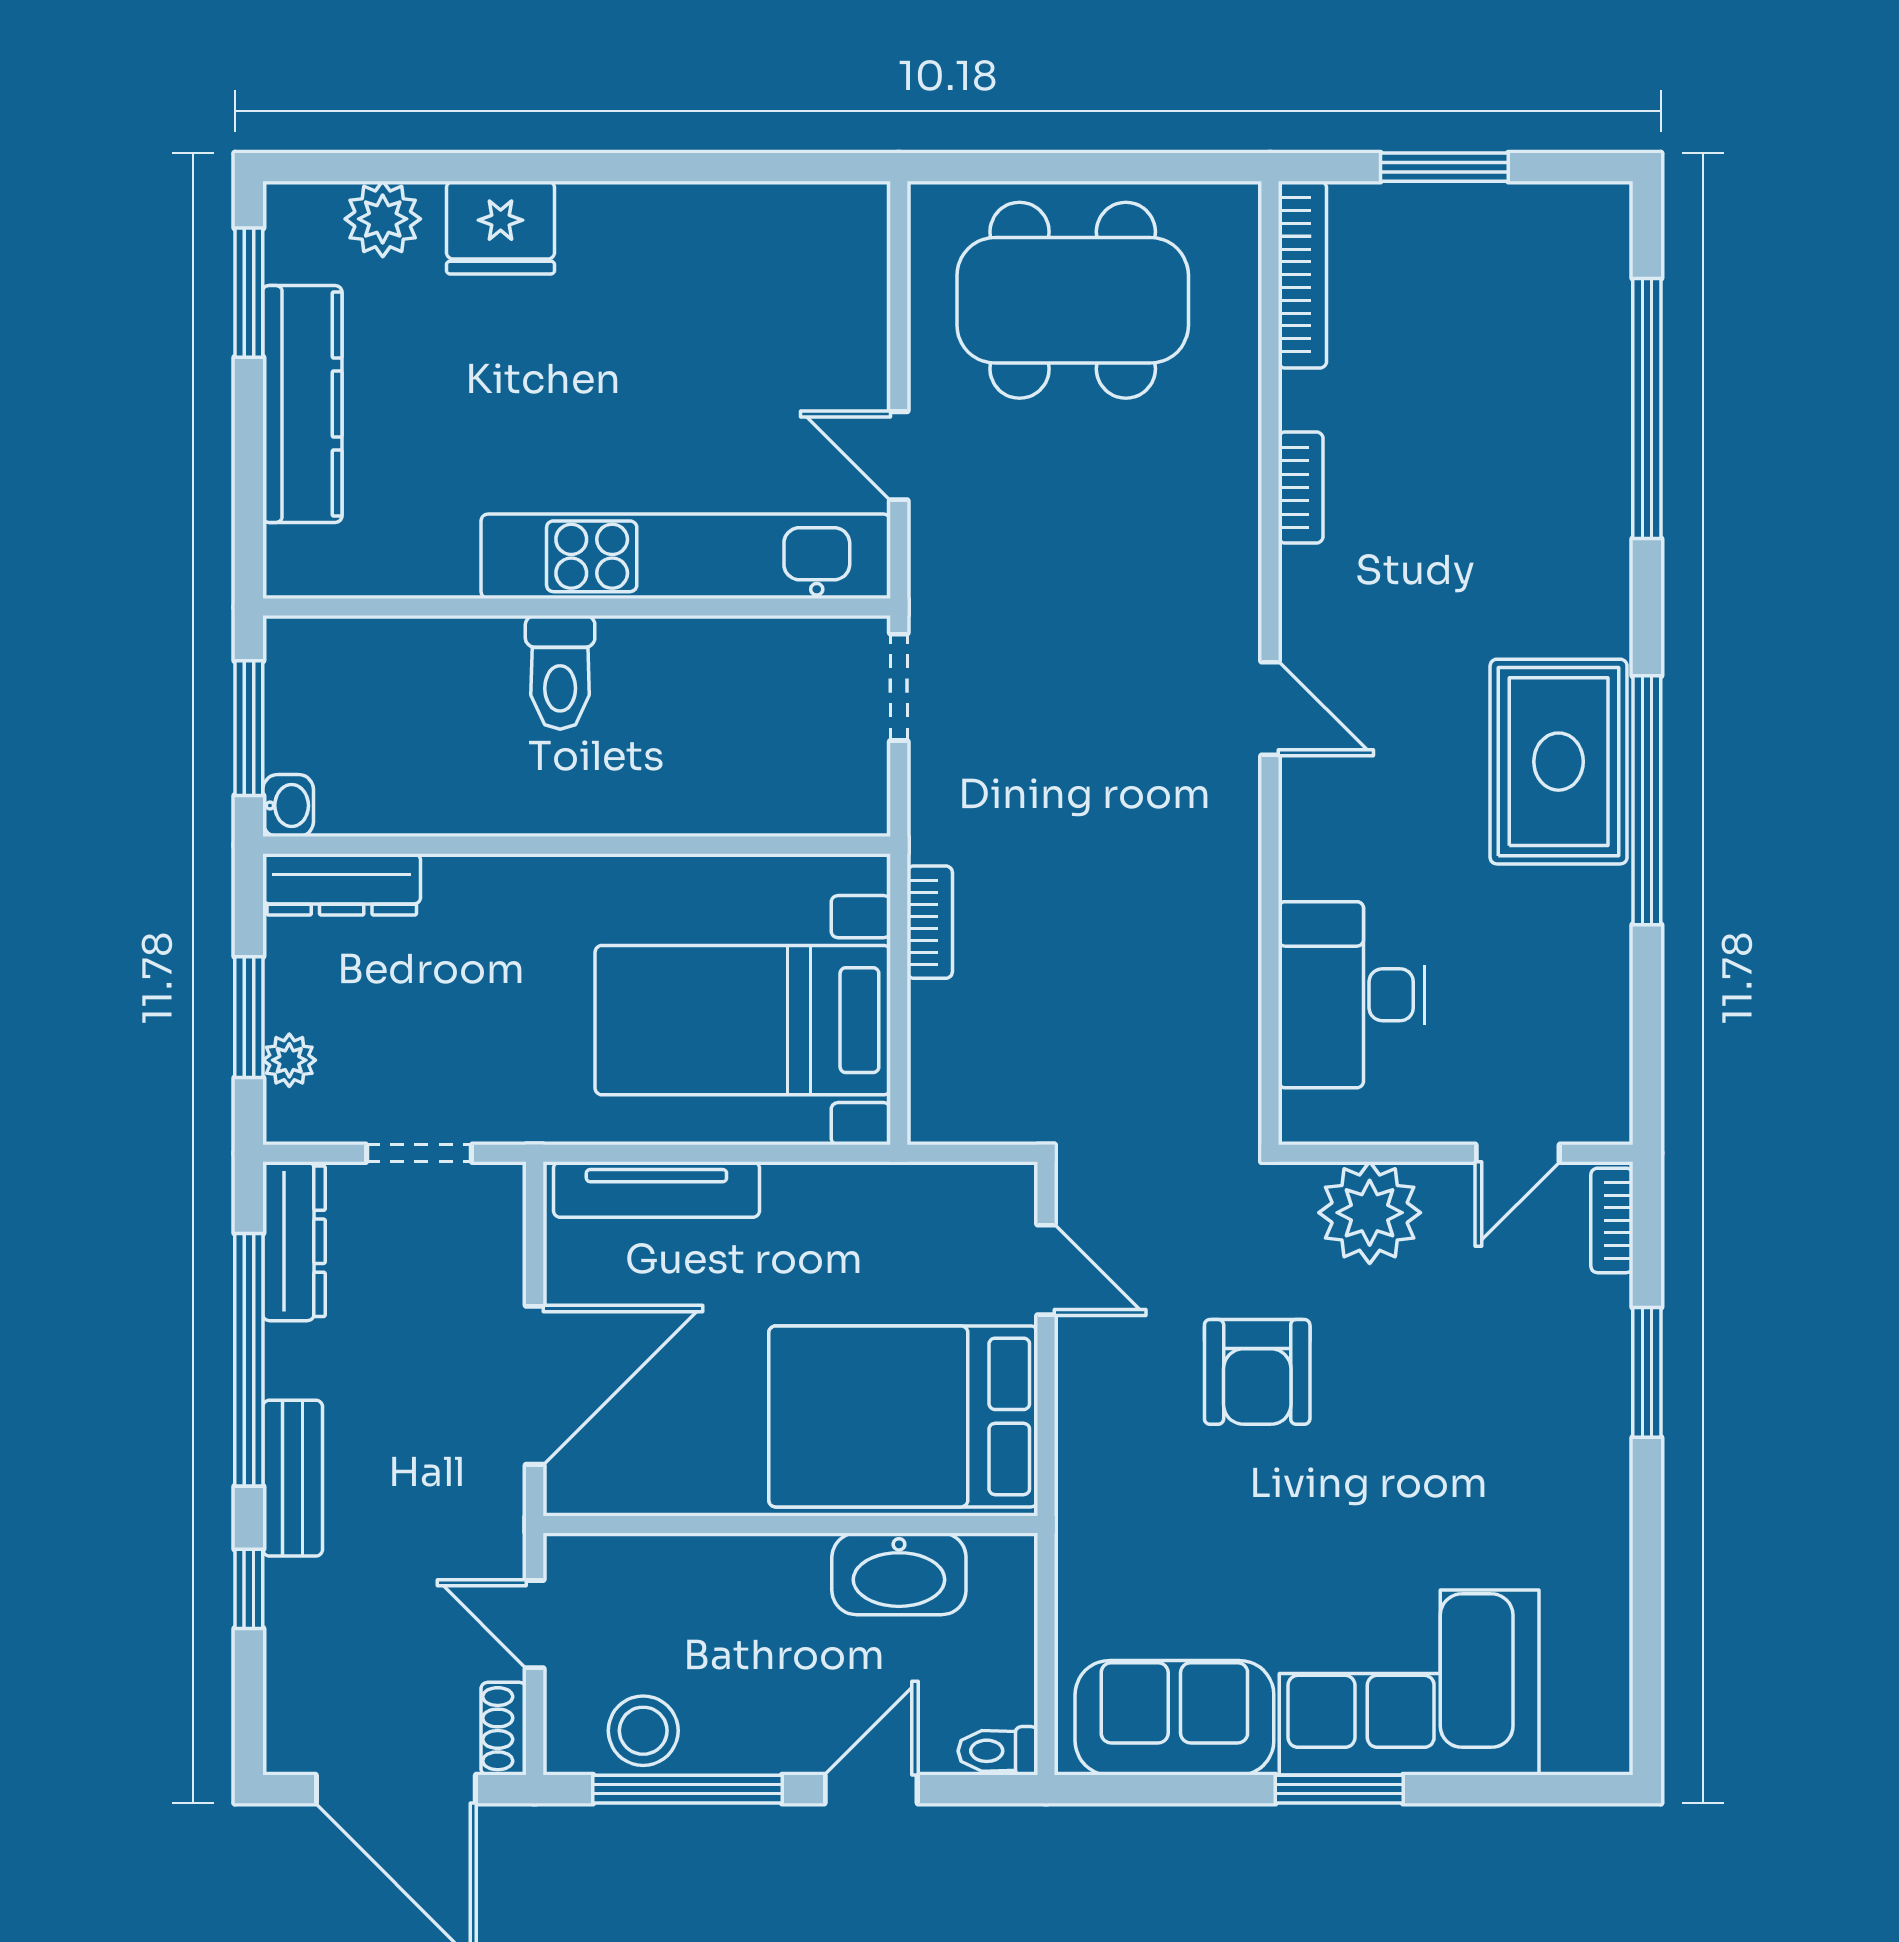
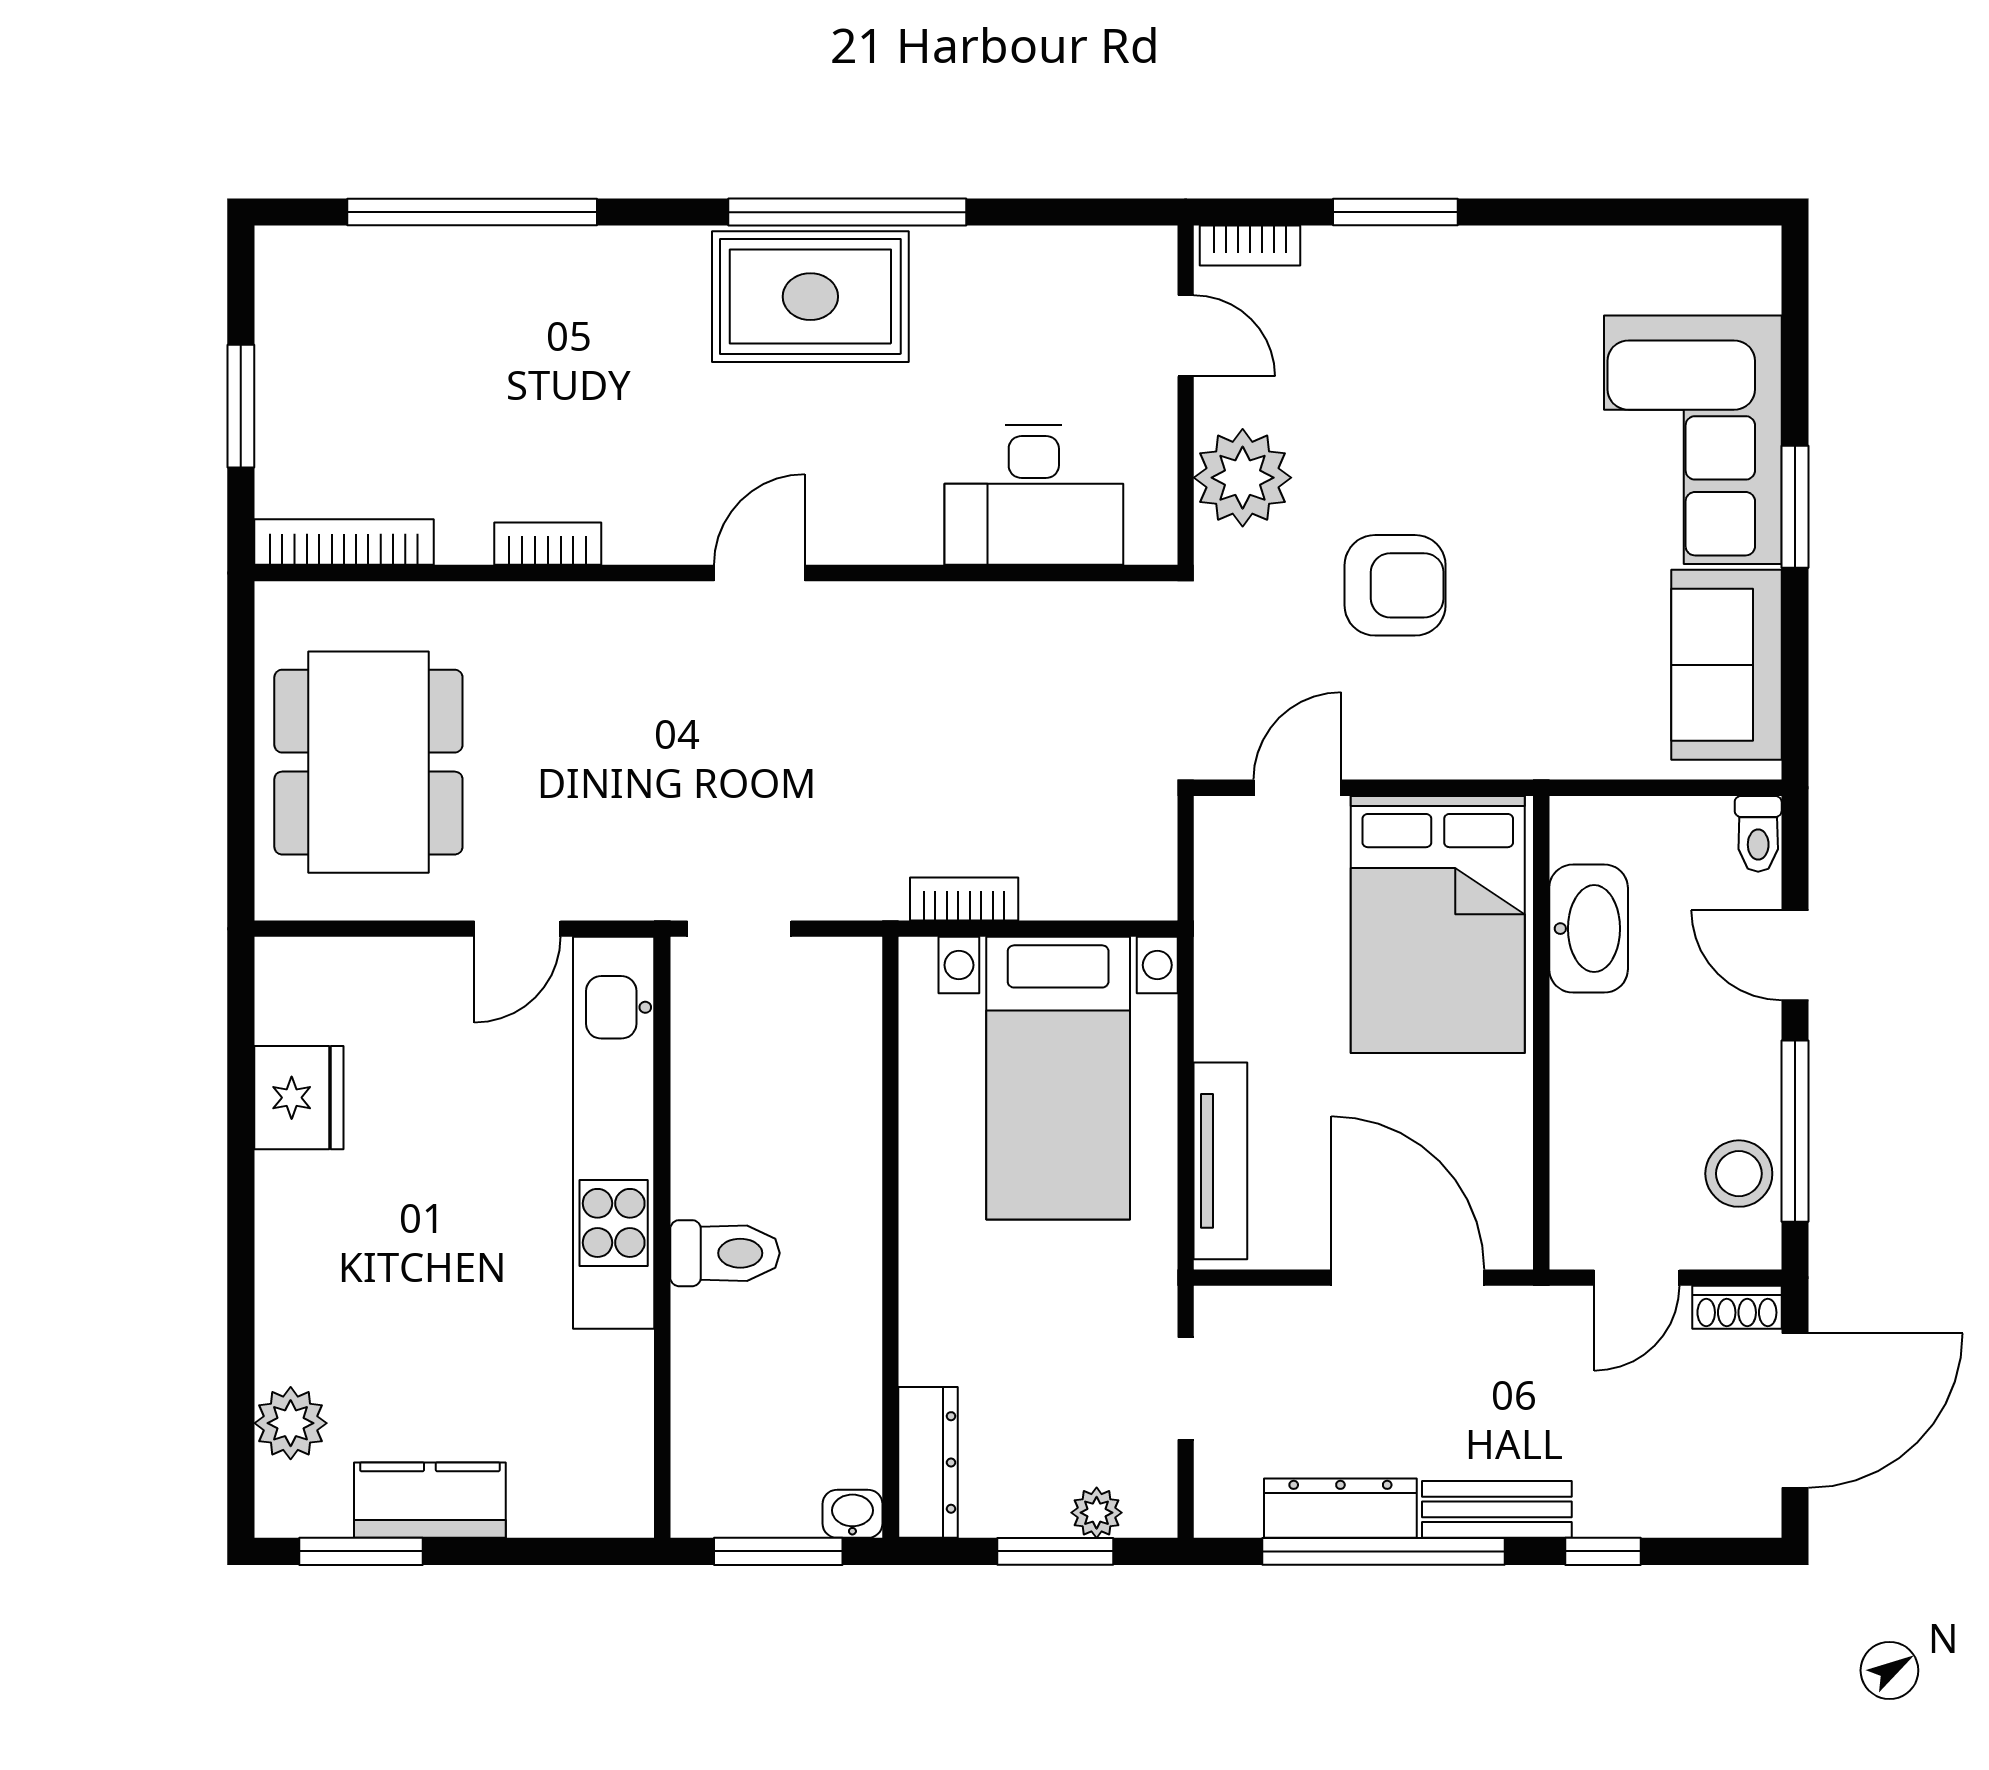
fridge: (501, 228) -> (299, 1098), moved
kitchen counter: (302, 404) -> (430, 1500), width x0.67
dresser: (294, 1241) -> (1340, 1508), moved

